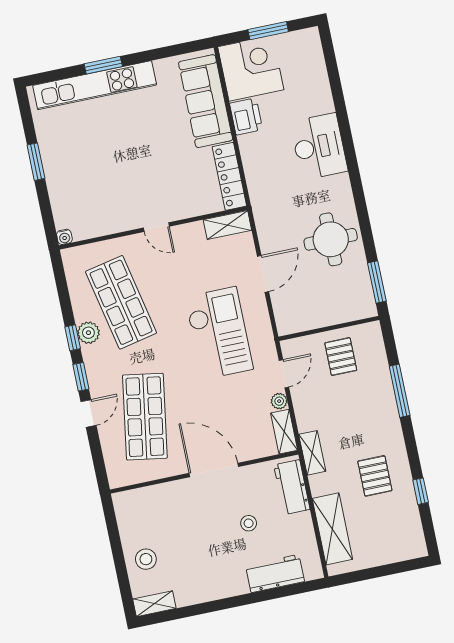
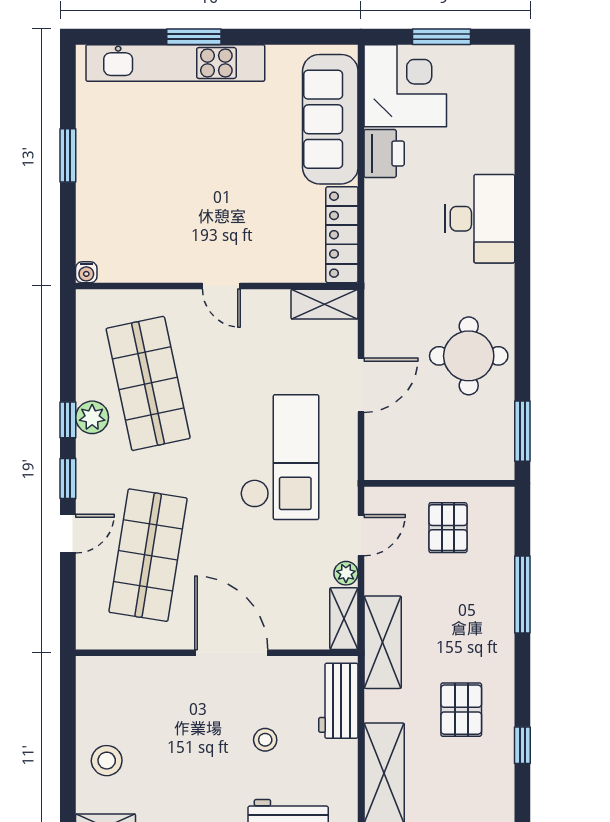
shelving: (312, 453) -> (383, 642), width x1.50, depth x1.33

